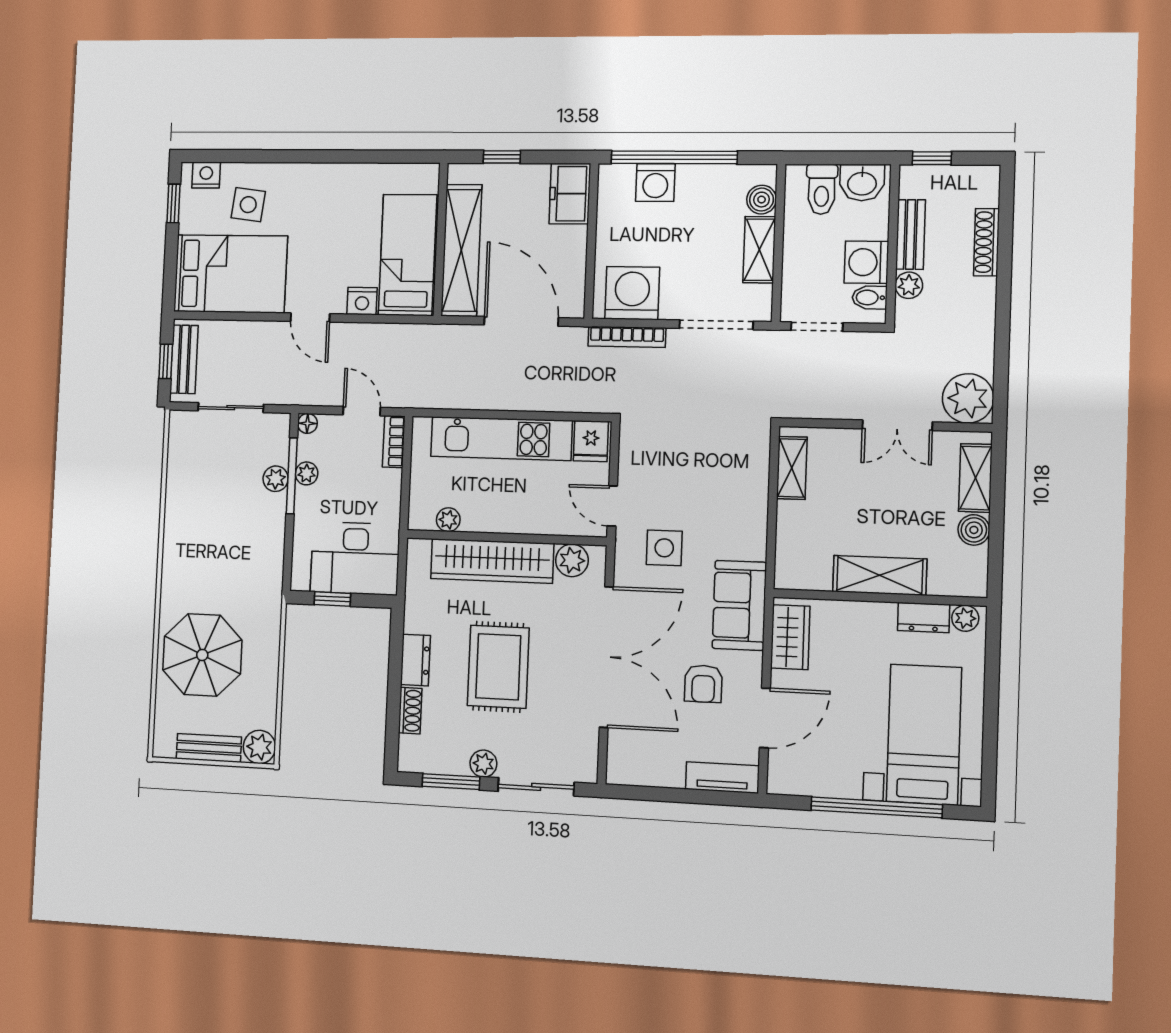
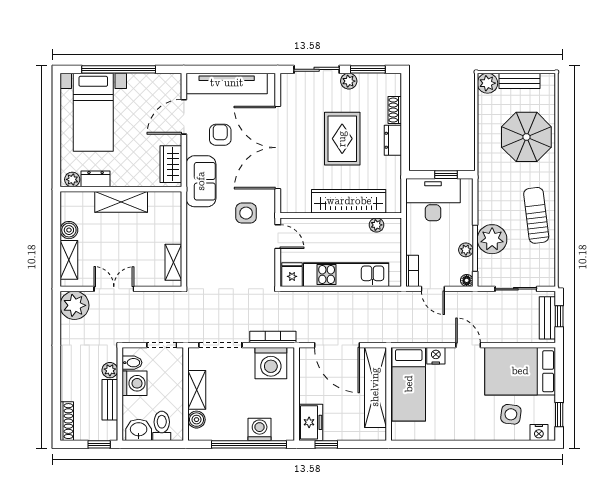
window: (502, 157) -> (326, 444), moved
shoe rack: (986, 242) -> (67, 421), moved
plant: (276, 479) -> (492, 239), width x1.88, depth x1.88
sun lounger: (193, 526) -> (536, 215), added
plant: (572, 560) -> (301, 204), removed
tv unit: (722, 778) -> (227, 83), width x1.92, depth x1.29

